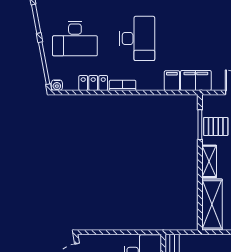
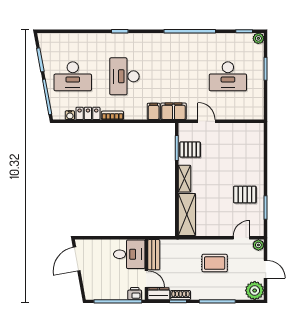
desk: (137, 38) -> (124, 76), turned 180
water cooler: (57, 85) -> (70, 115), moved

